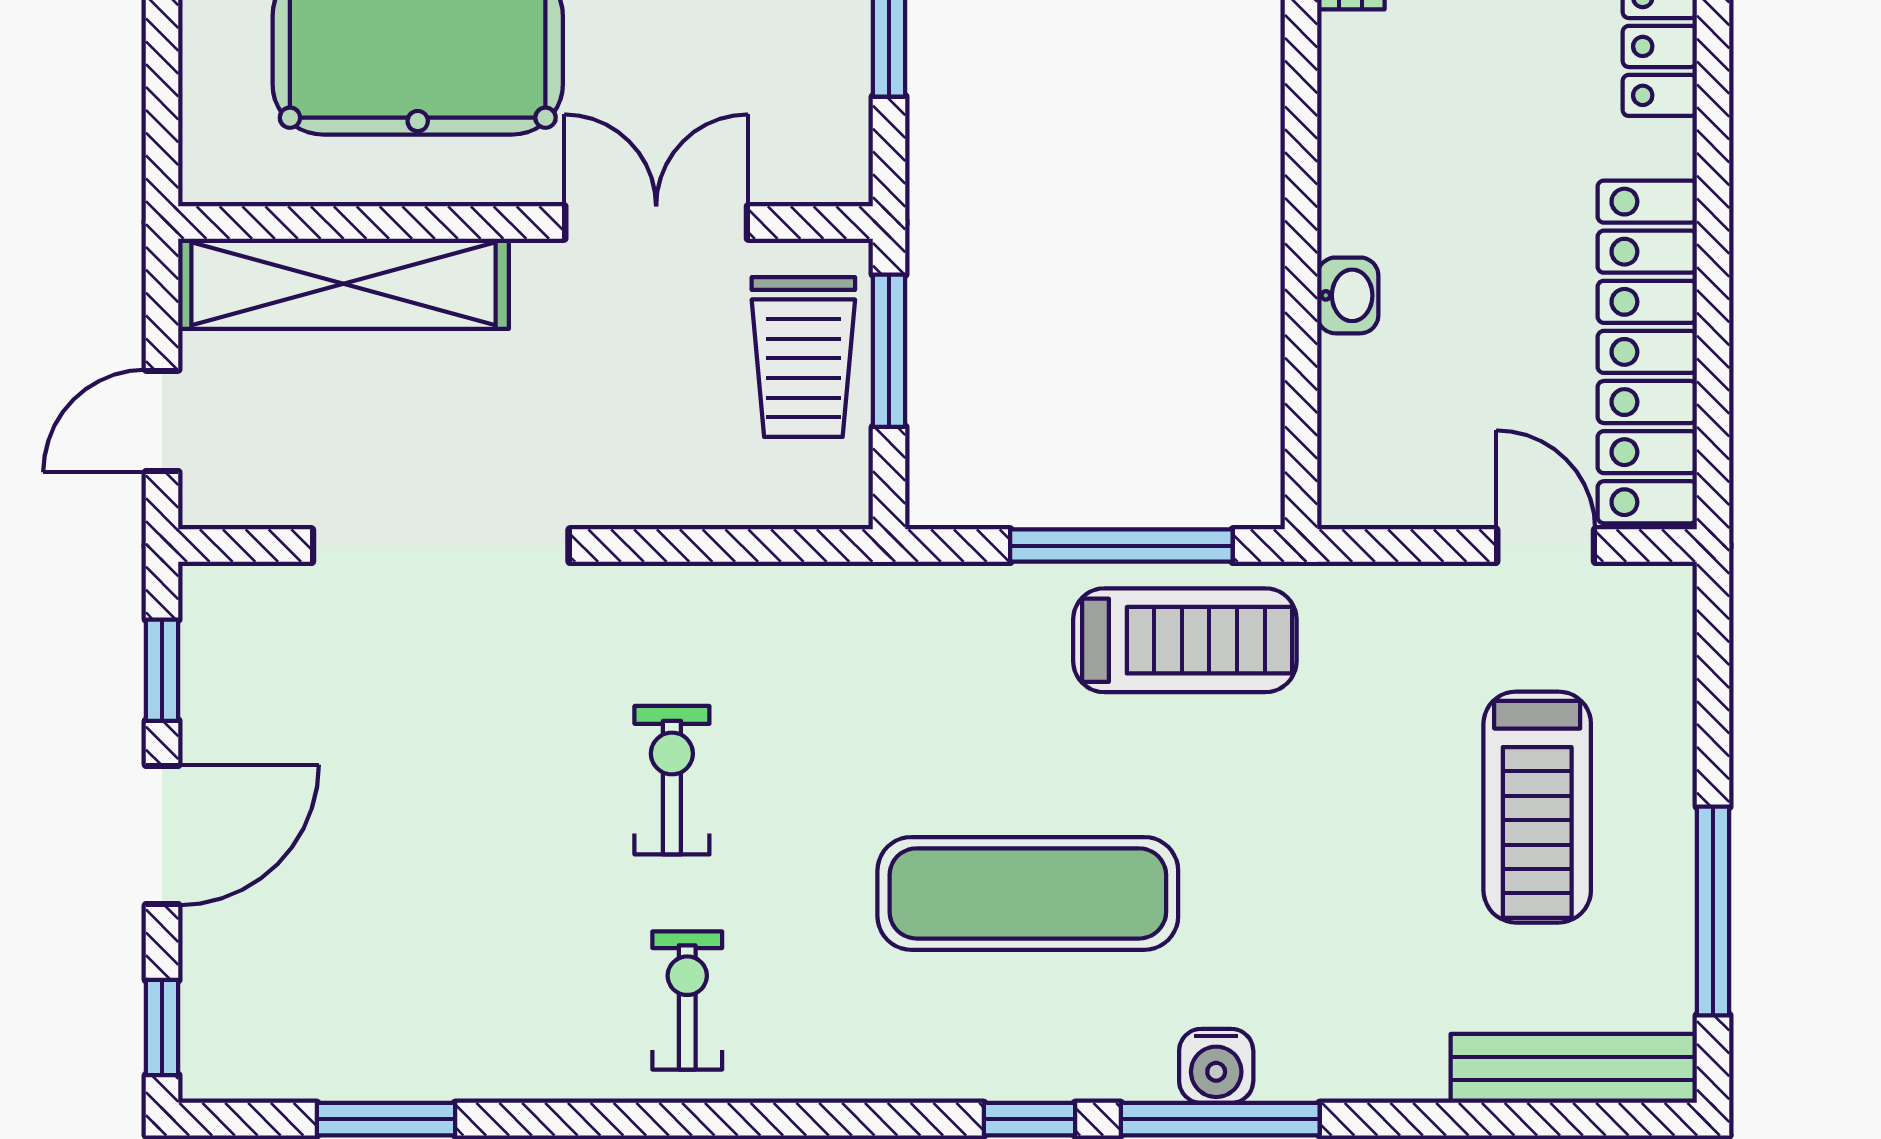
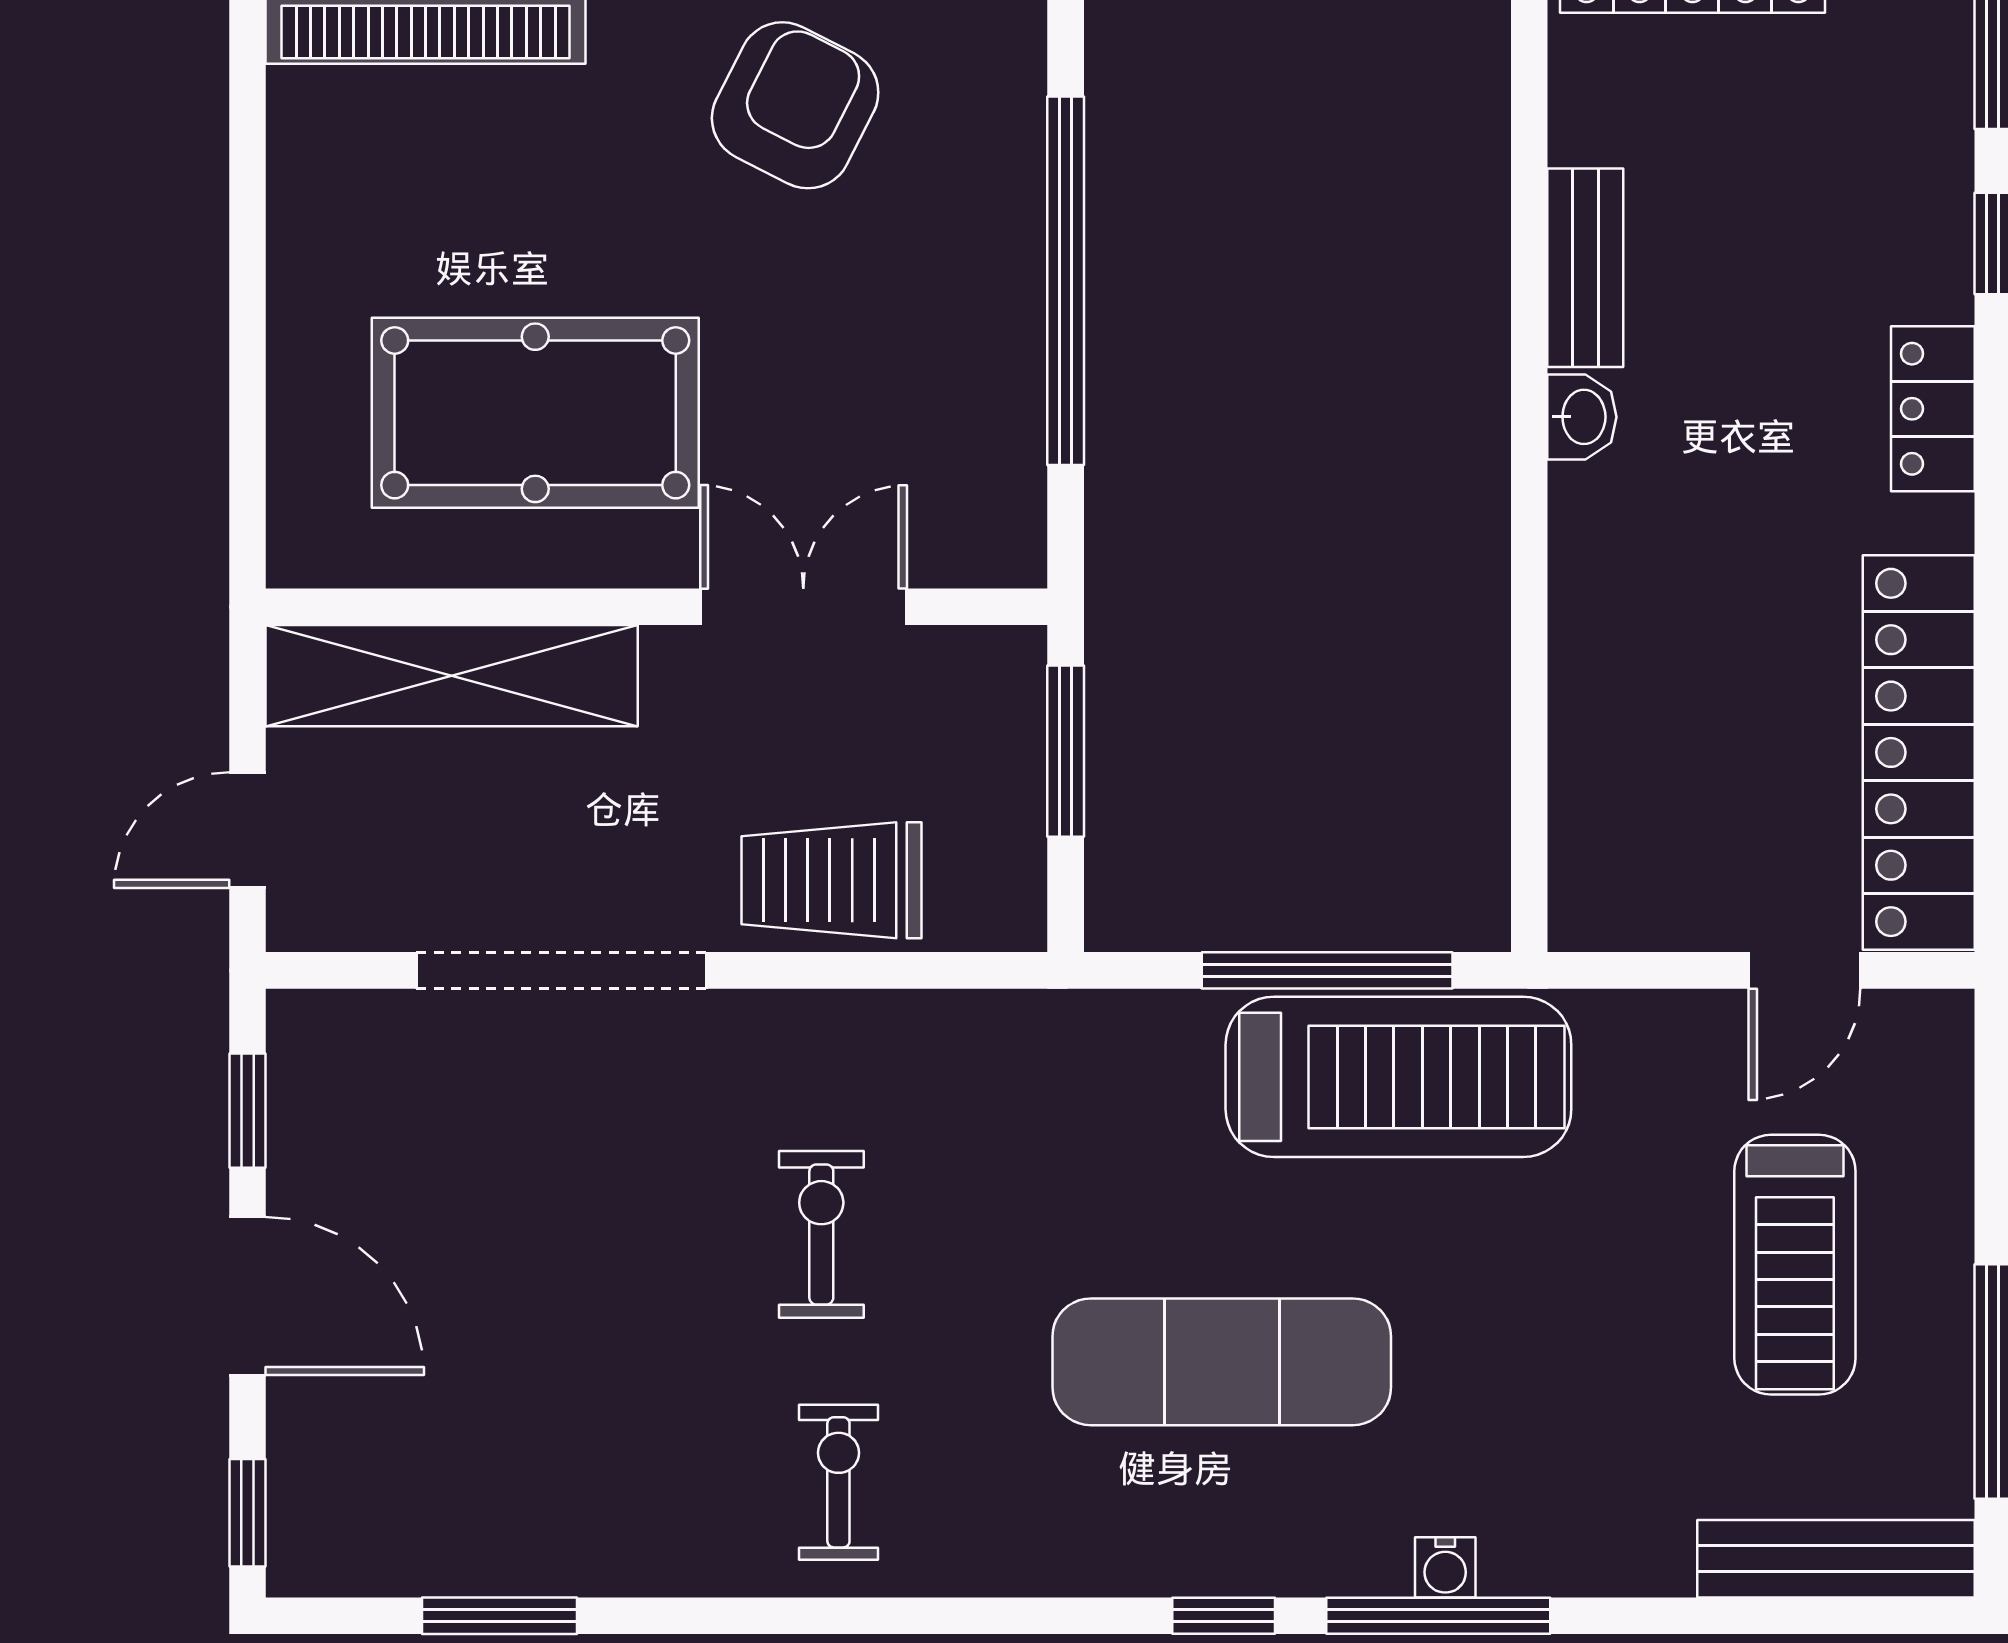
washbasin: (1348, 295) -> (1582, 417), moved
trolley: (803, 357) -> (831, 880), moved, turned 90
door: (1546, 546) -> (1804, 970), swing flipped
treadmill: (1185, 640) -> (1398, 1077), width x1.37, depth x1.38
door: (162, 835) -> (248, 1296), hinge flipped
water cooler: (1216, 1066) -> (1445, 1567), width x0.72, depth x0.72

